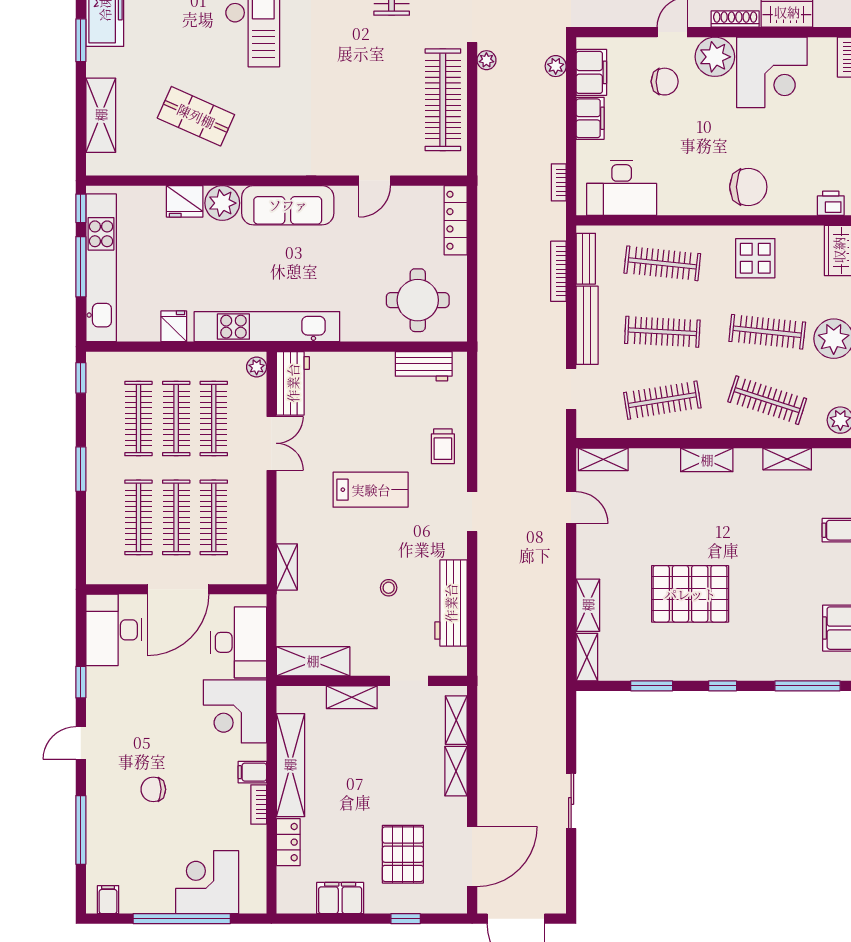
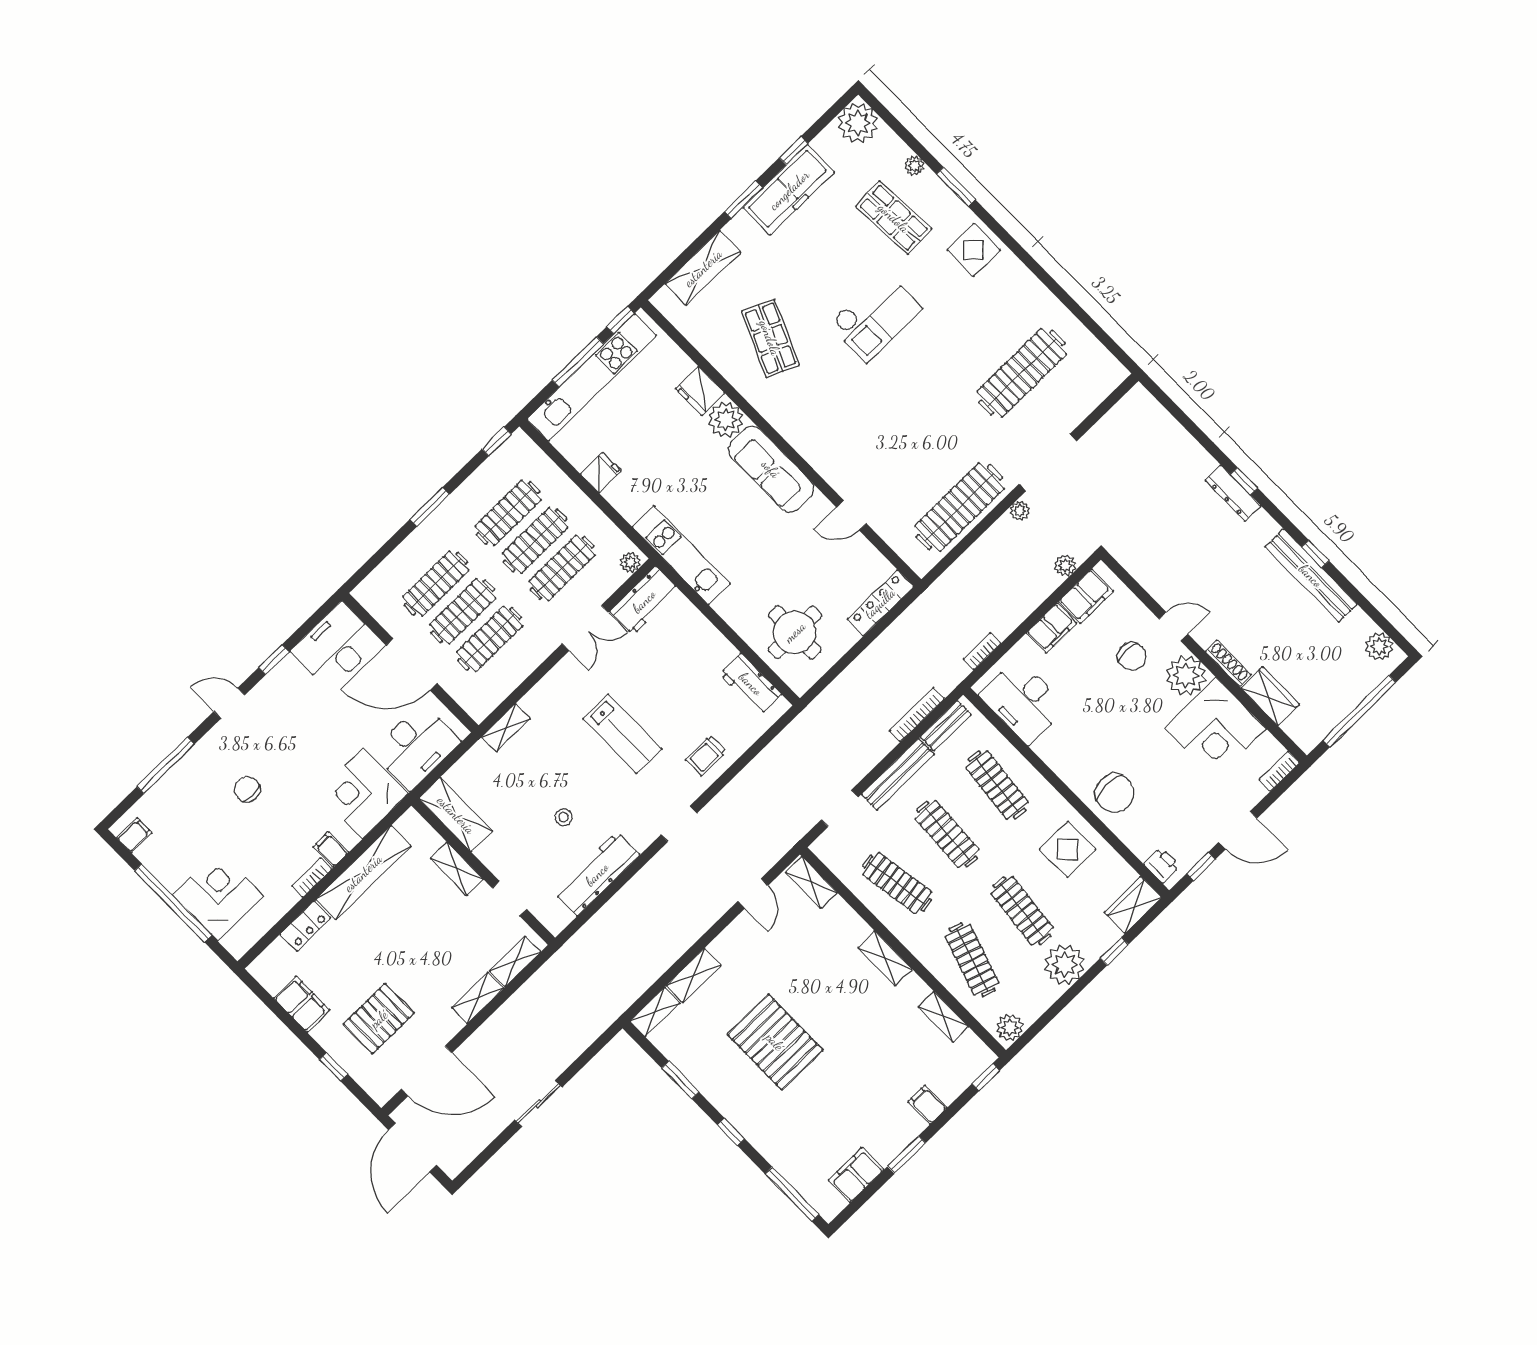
kitchen unit: (267, 327) -> (681, 555), width x0.73

